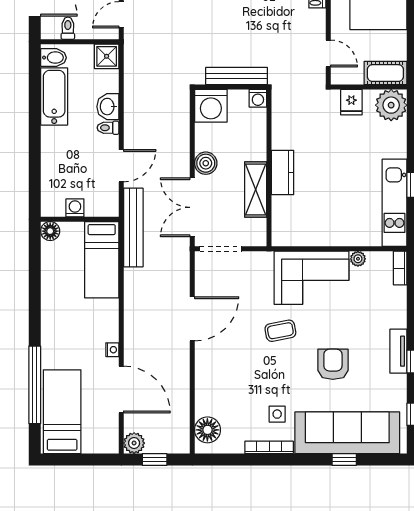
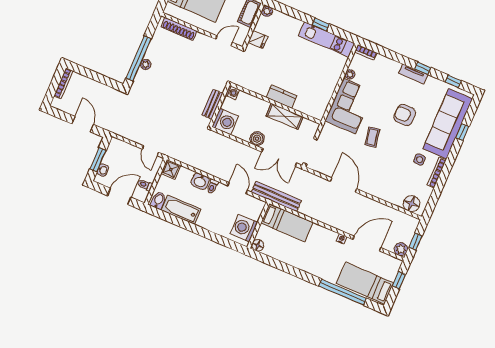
bench: (237, 76) -> (212, 104), width x0.73
plant: (391, 105) -> (267, 11), width x0.53, depth x0.53
washing machine: (75, 208) -> (244, 228), width x1.89, depth x1.89
window: (88, 459) -> (399, 280), added

